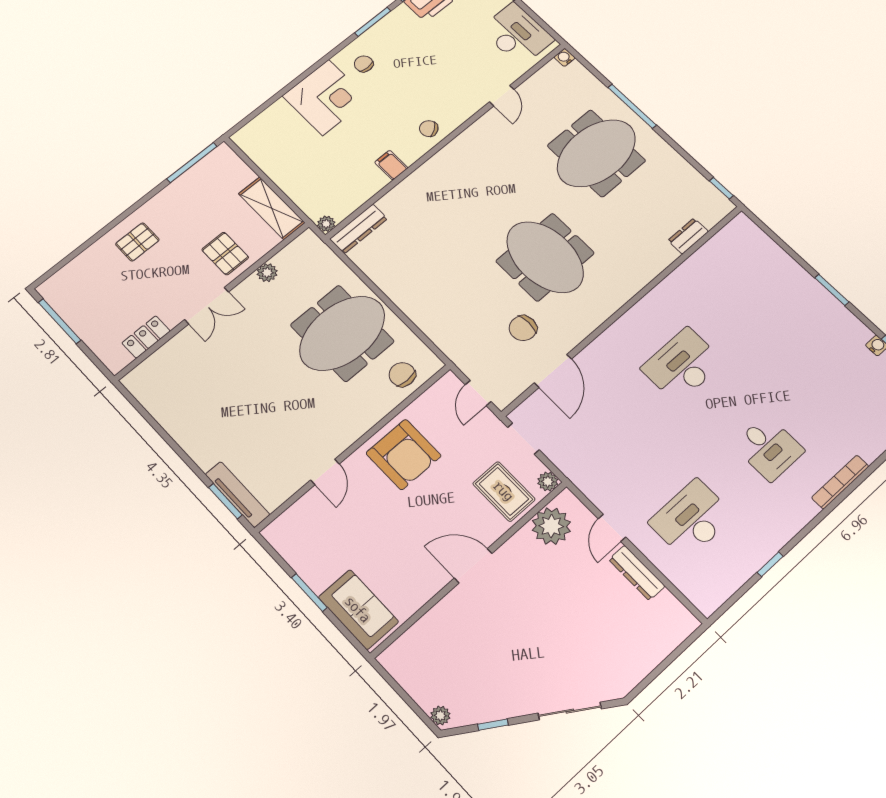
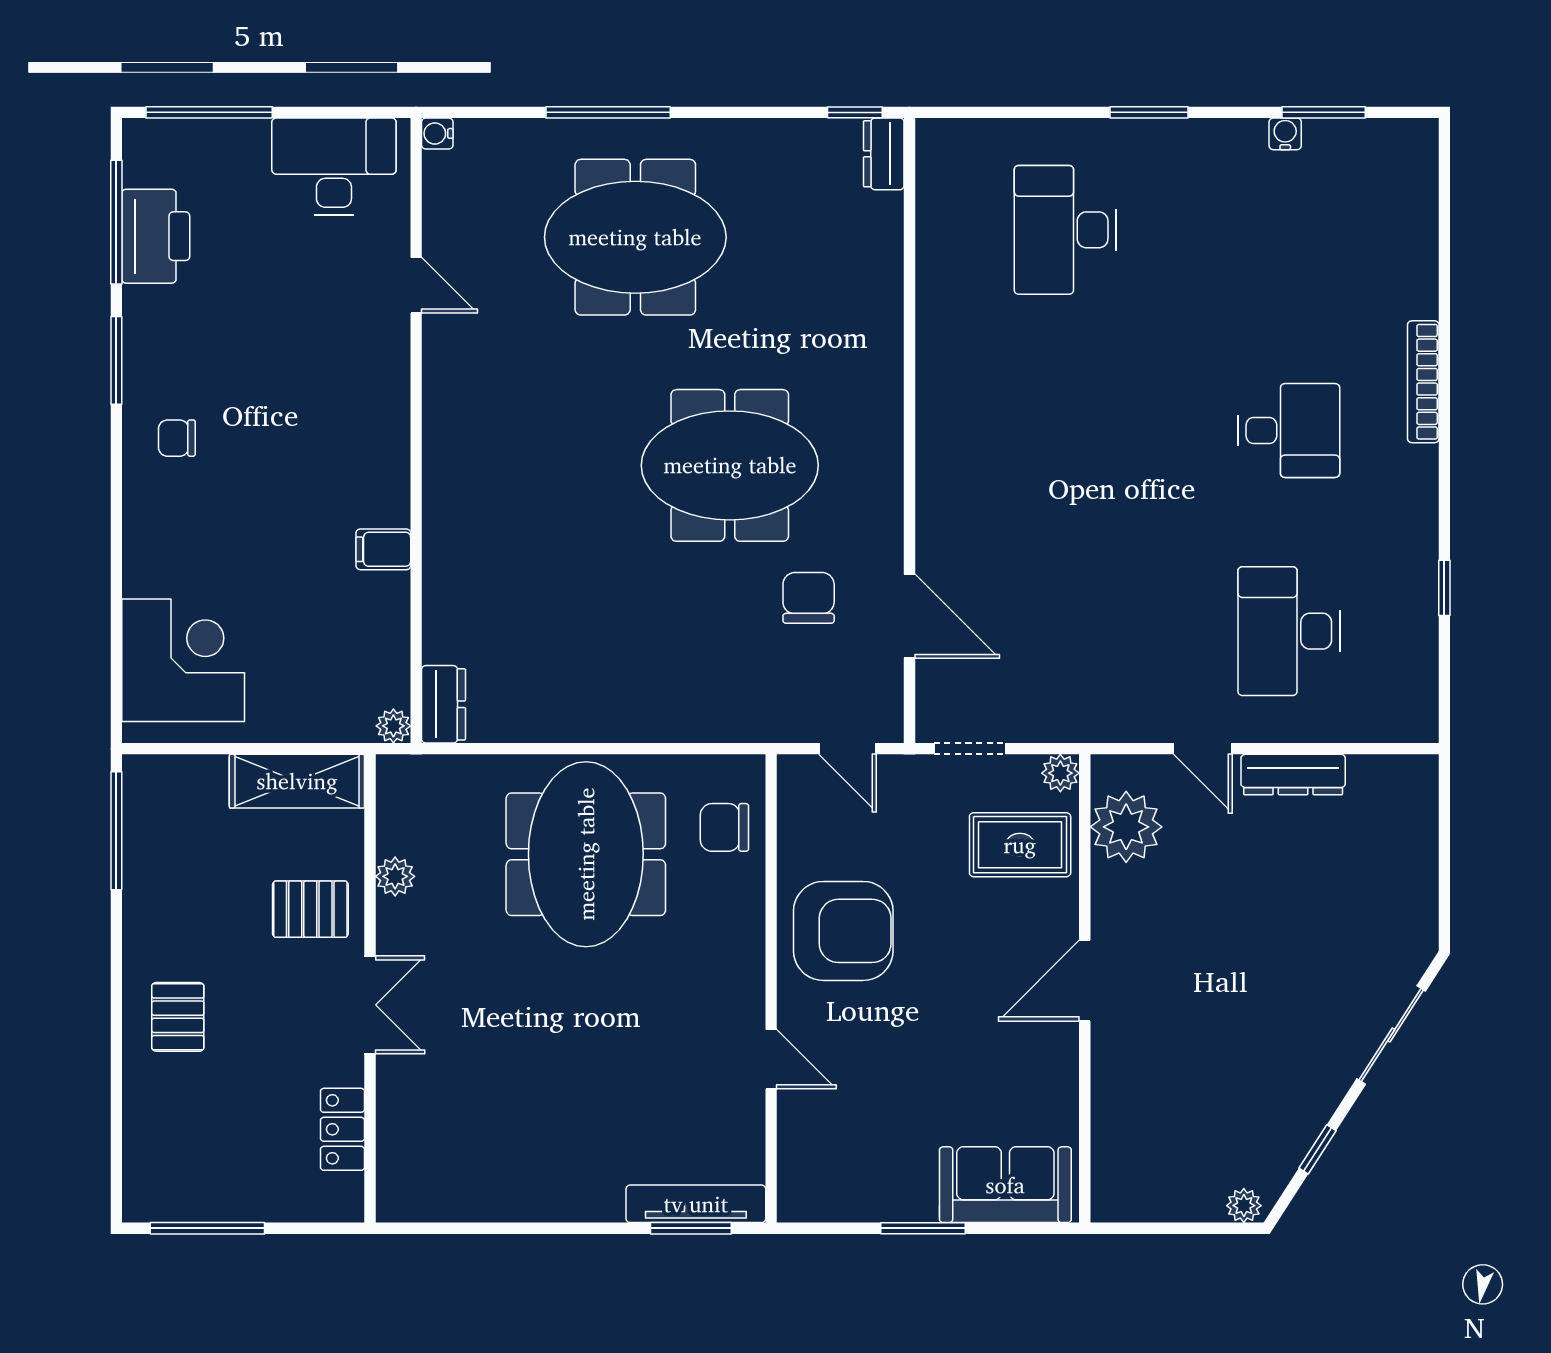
corner desk: (326, 97) -> (183, 660), moved
chair: (429, 129) -> (373, 441), removed
meeting table: (596, 153) -> (635, 237), turned 90
dresser: (359, 229) -> (443, 704), width x0.70
dresser: (688, 236) -> (884, 154), moved
chair: (523, 328) -> (809, 598), turned 180
desk: (682, 365) -> (1065, 230), moved

